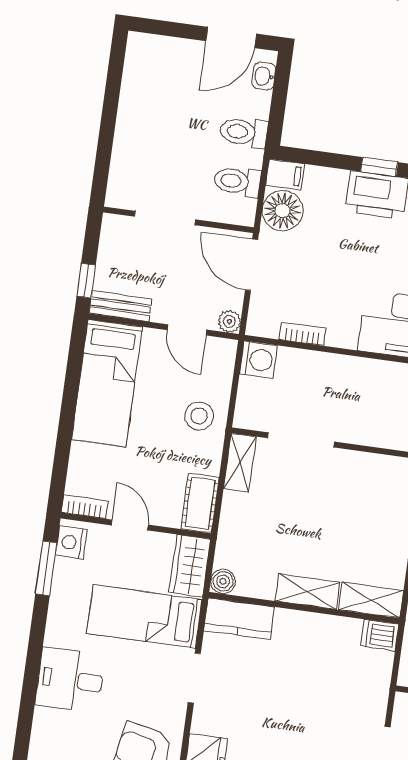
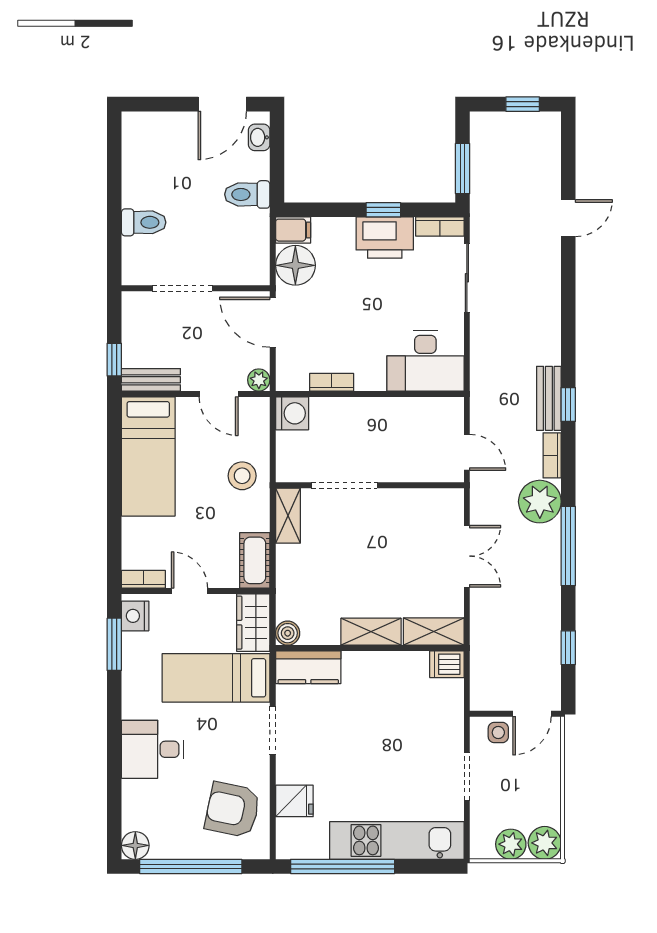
toilet: (237, 181) -> (144, 222), moved, turned 180

